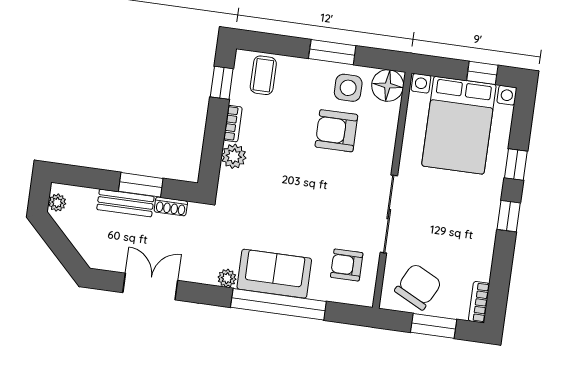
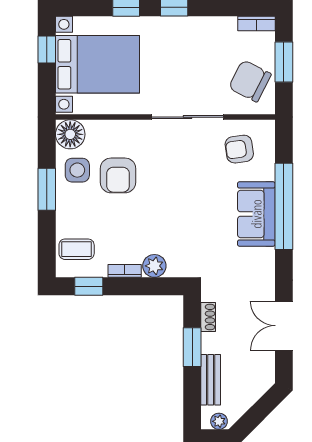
bench: (125, 203) -> (211, 380), moved
armchair: (347, 265) -> (239, 149), turned 82
plant: (227, 278) -> (266, 257), removed

